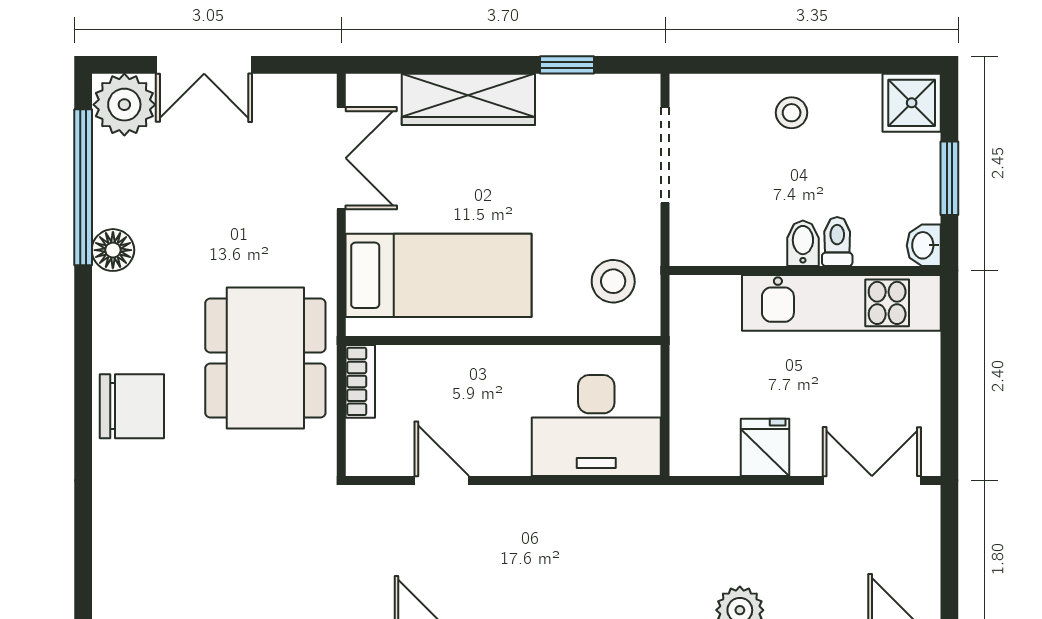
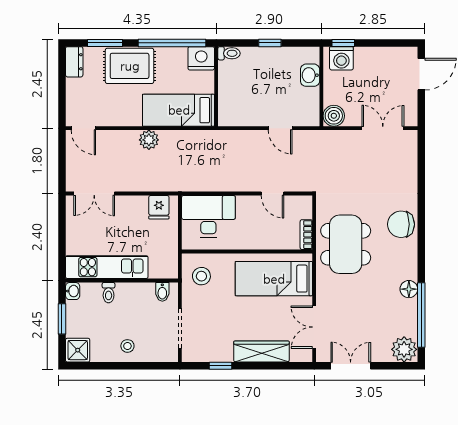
double door: (204, 65) -> (351, 366), moved
bidet: (803, 243) -> (162, 292), moved
fridge: (765, 447) -> (159, 207), moved

